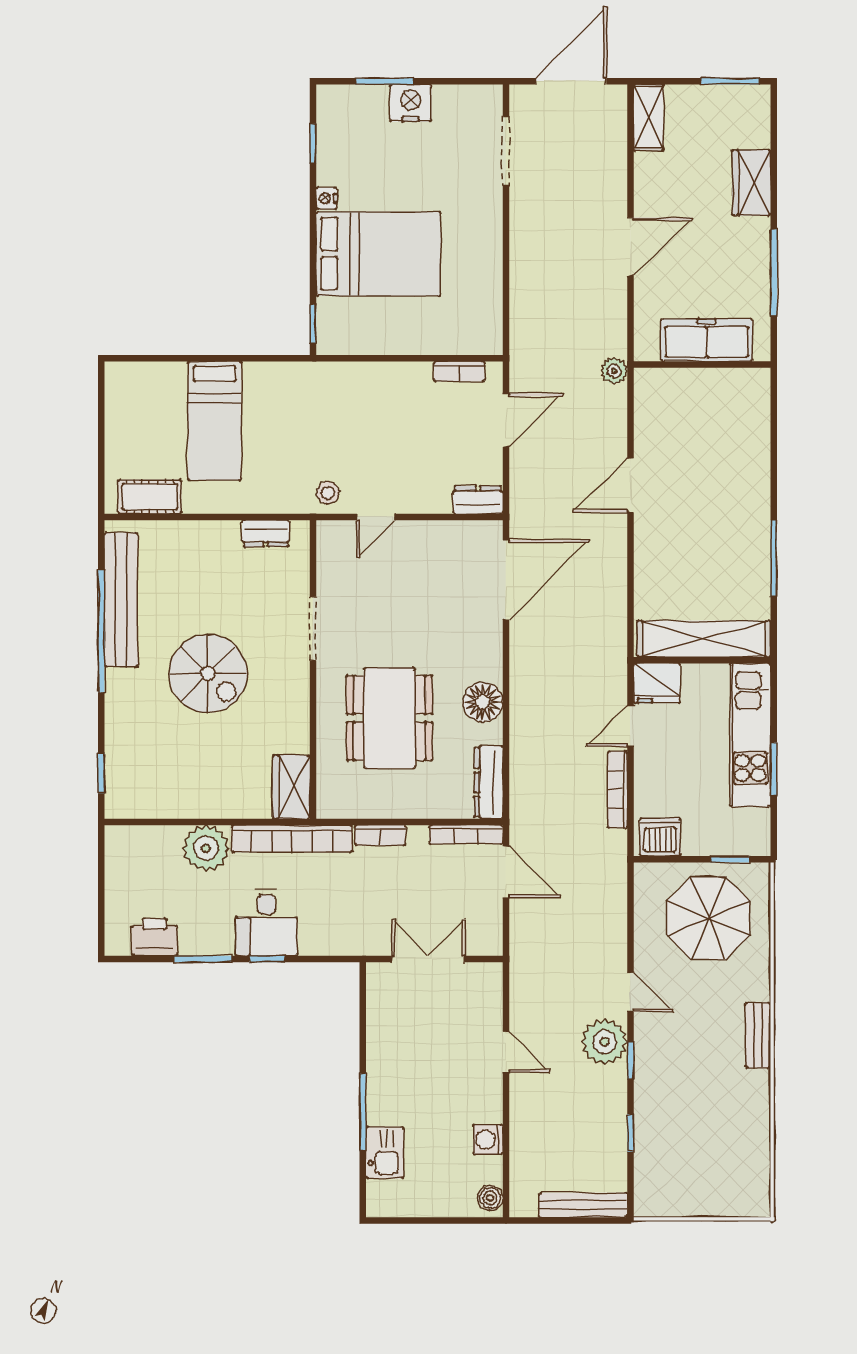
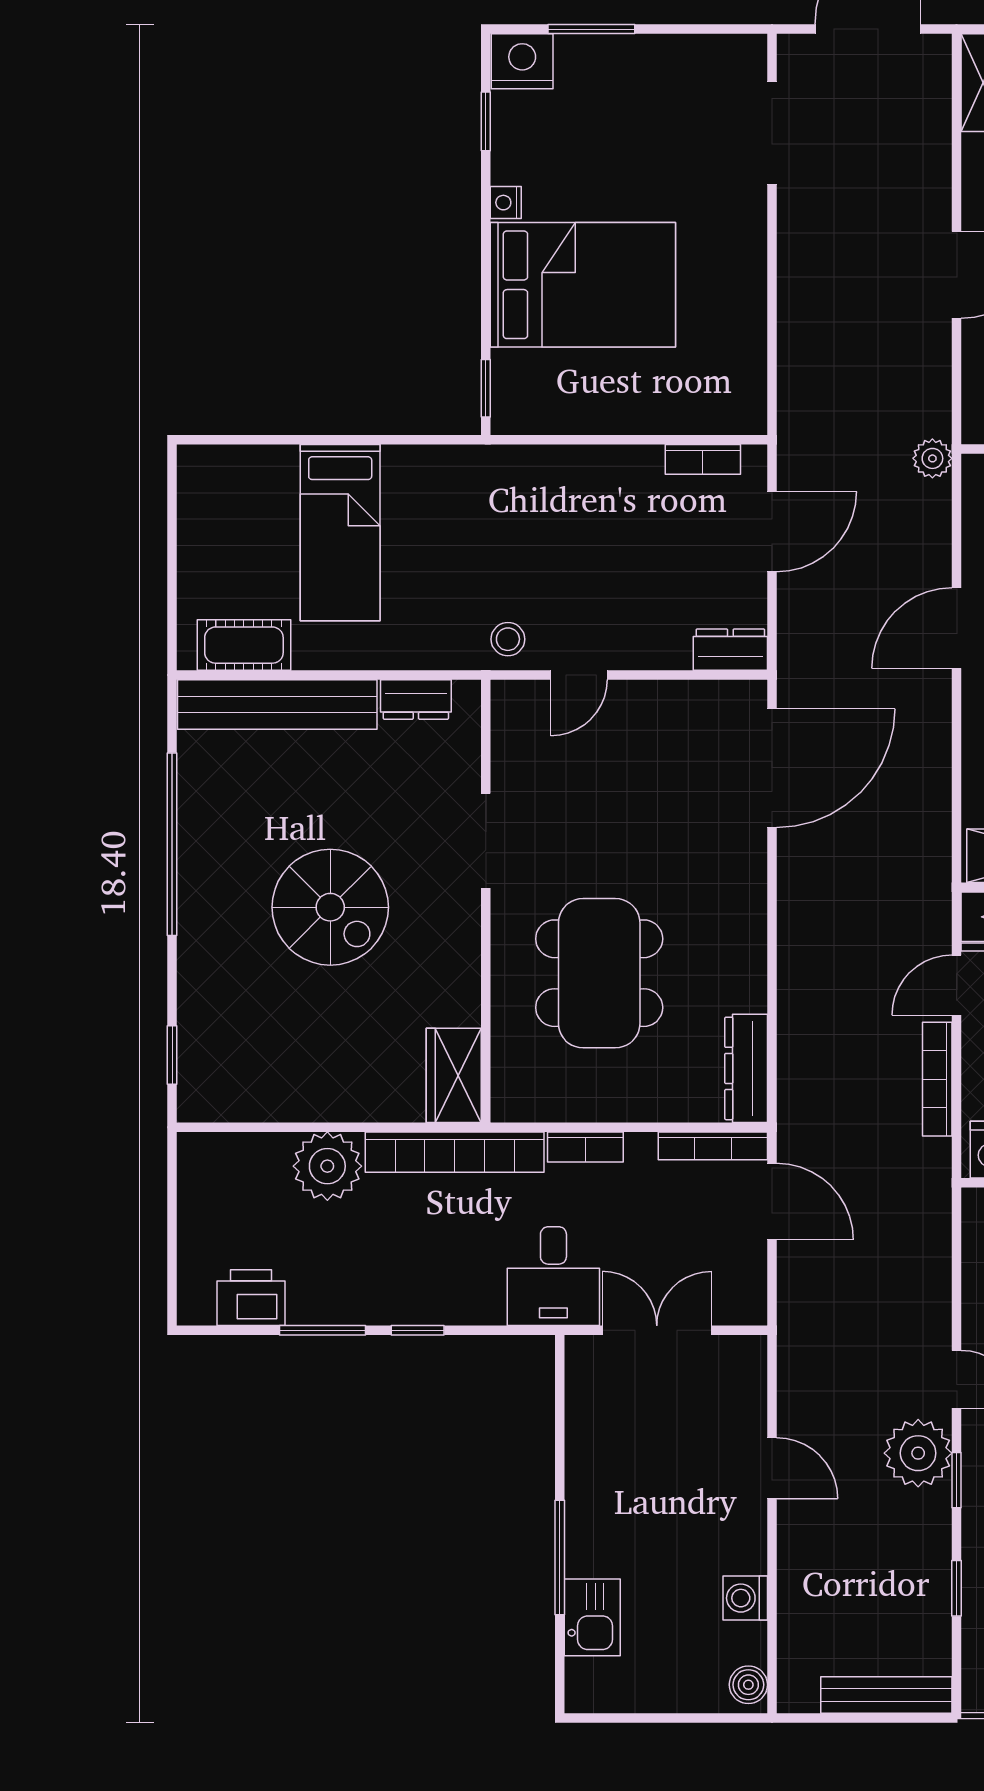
nightstand: (411, 103) -> (522, 61), moved
bench: (121, 600) -> (277, 704), moved, turned 90
floor lamp: (483, 702) -> (738, 949), removed
desk: (266, 922) -> (553, 1276), moved

